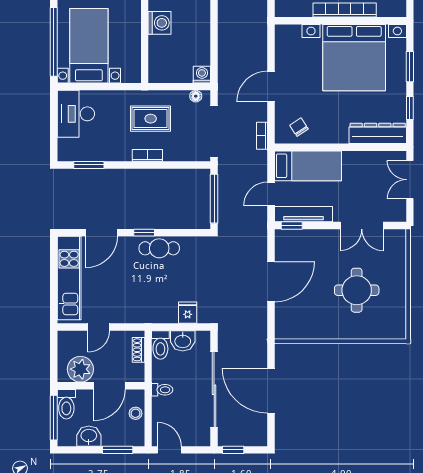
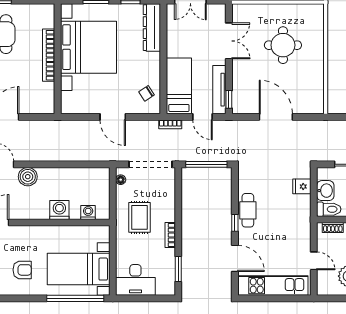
washing machine: (202, 75) -> (88, 212), moved, turned 90
bookcase: (262, 136) -> (170, 124), moved
bookcase: (147, 155) -> (170, 235), moved

